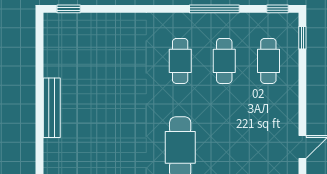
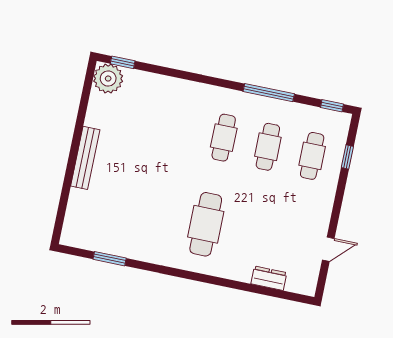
plant: (58, 27) -> (108, 79), added
window: (302, 38) -> (347, 157), moved

